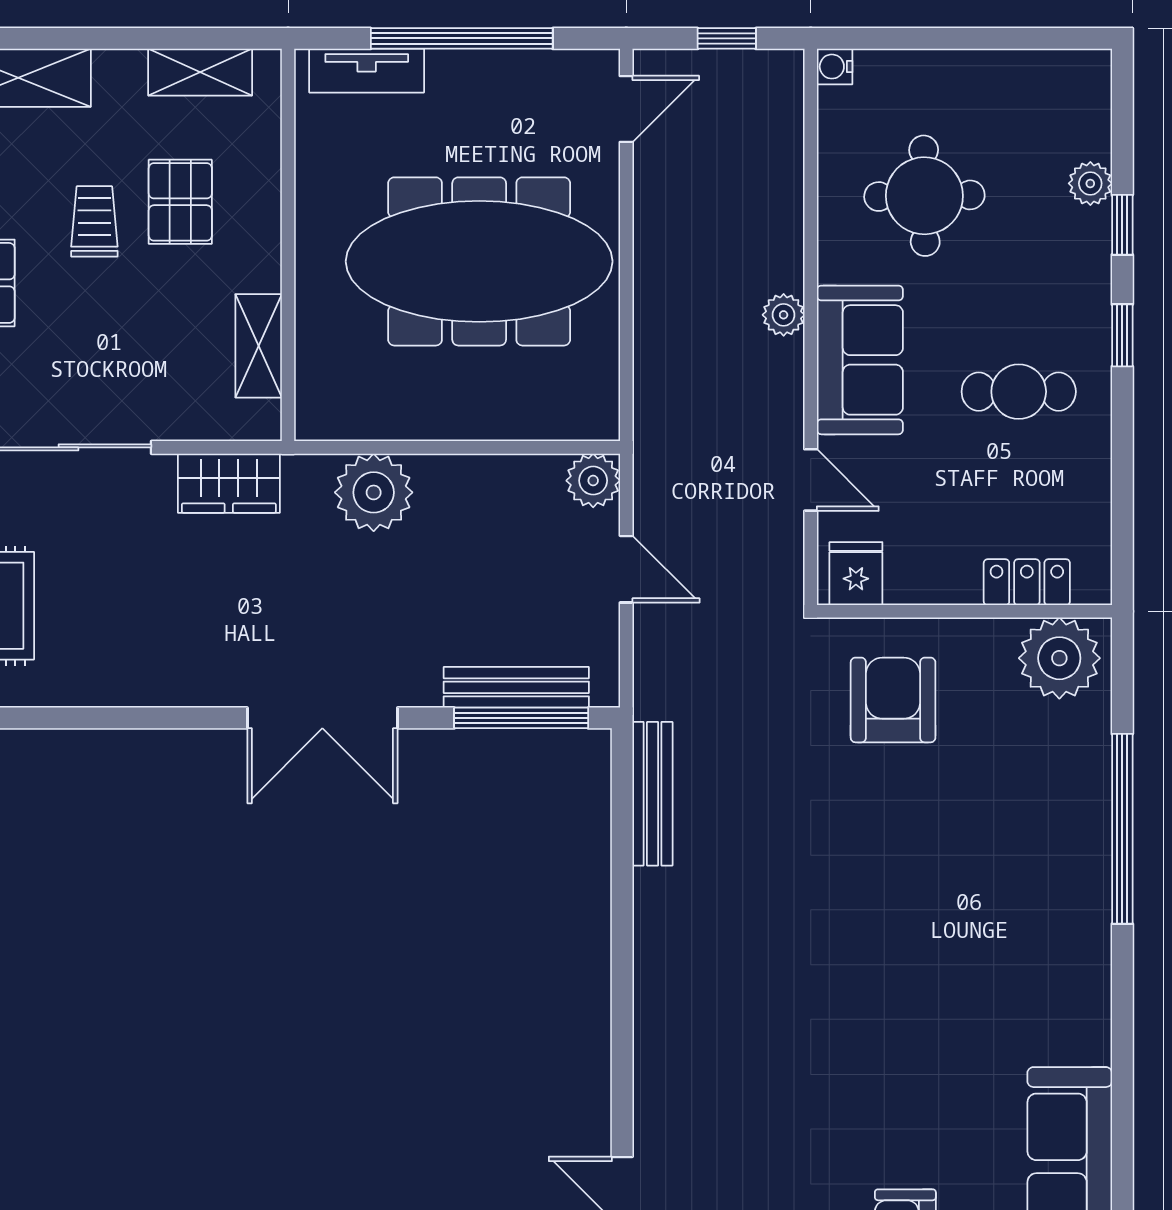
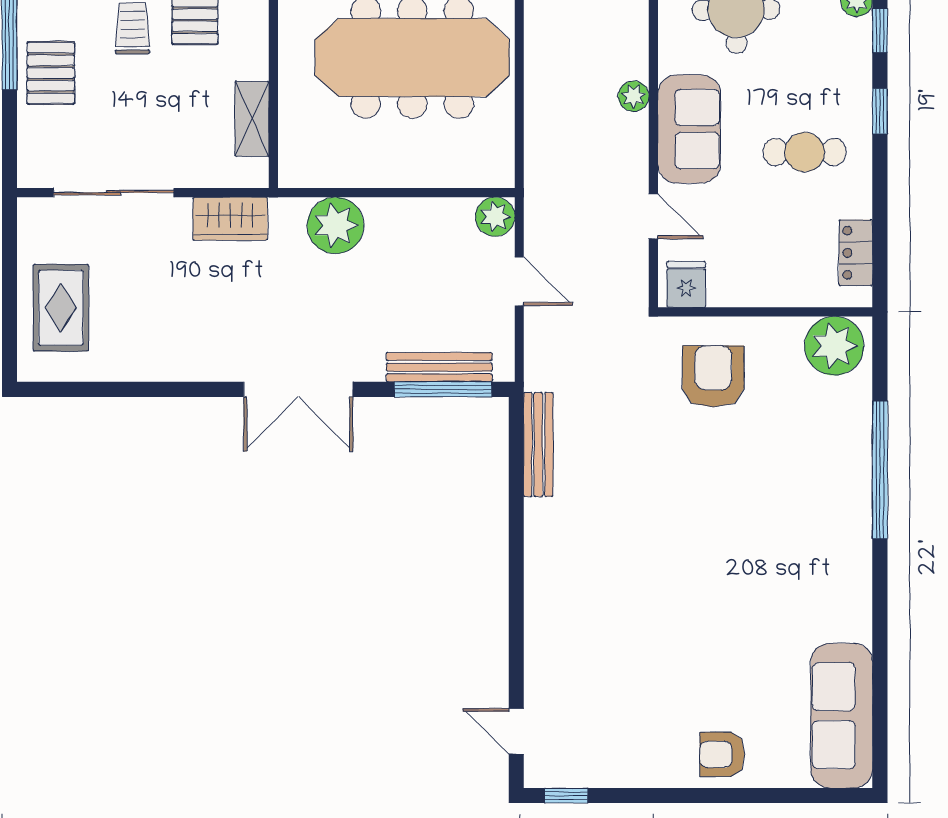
locker: (1027, 582) -> (856, 253), moved, turned -90

